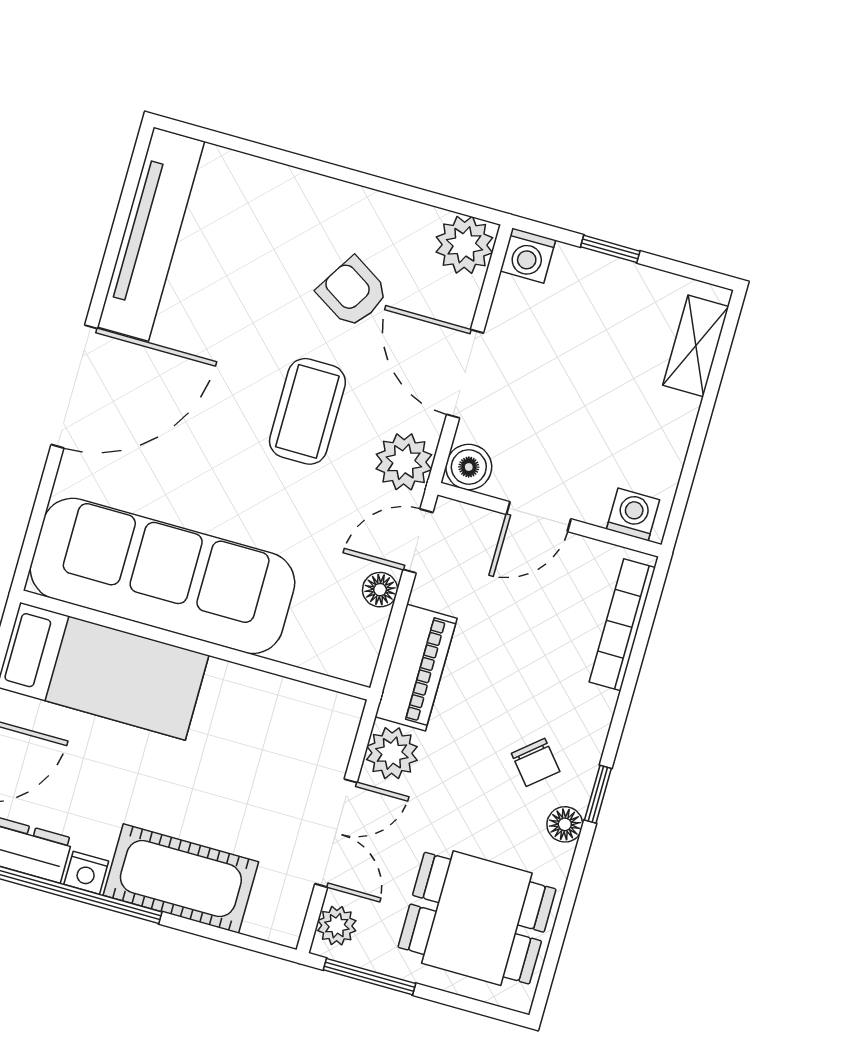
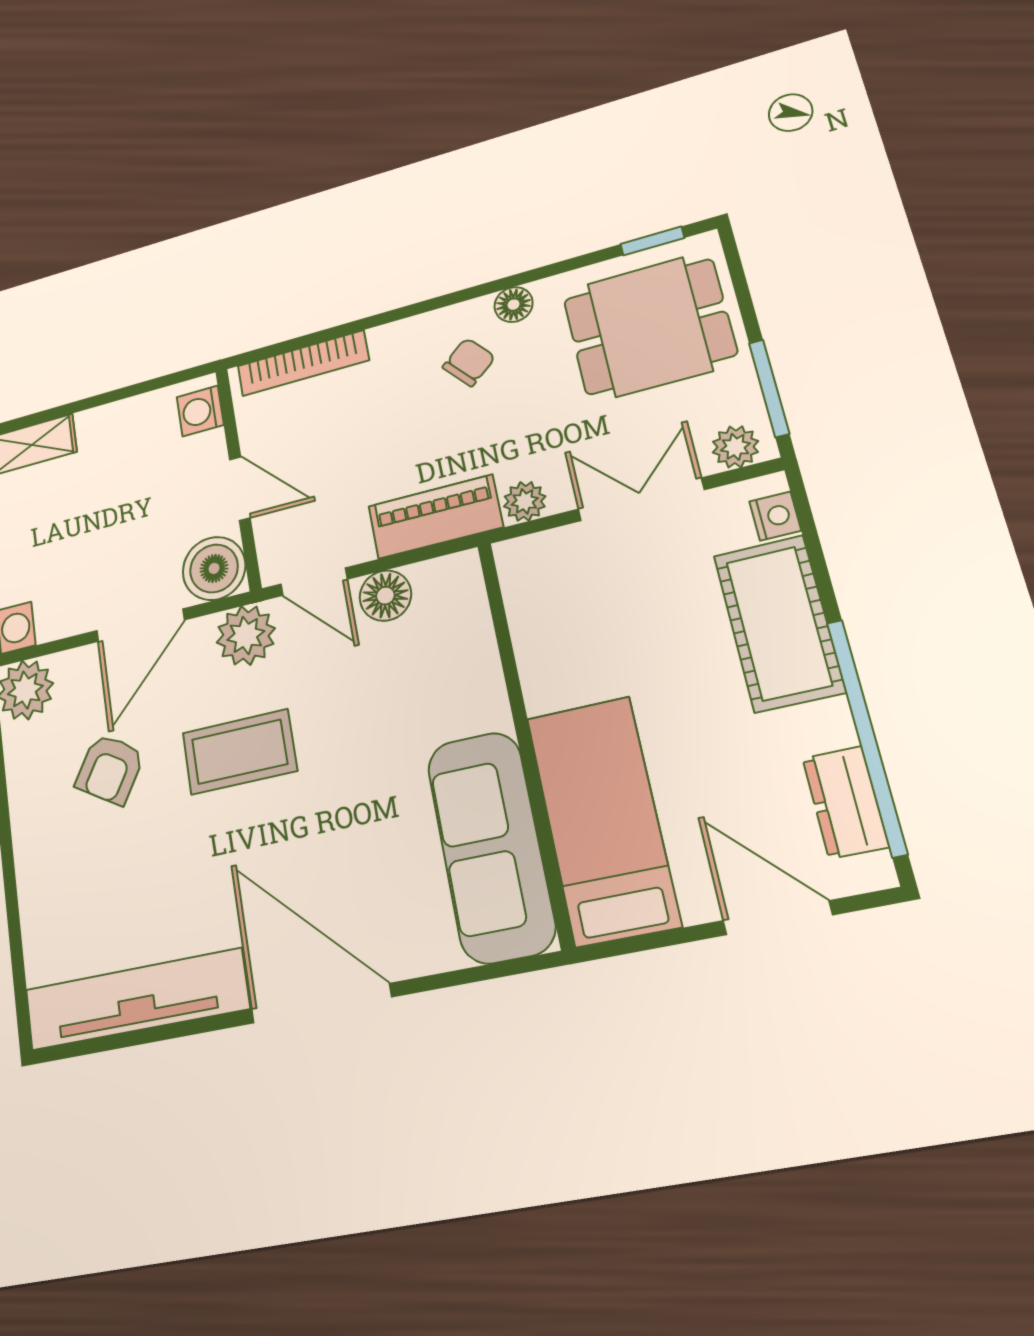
boiler: (469, 467) -> (214, 568), width x1.36, depth x1.36
sofa: (162, 576) -> (491, 846), width x0.74, depth x0.79
floor lamp: (380, 590) -> (385, 596), width x1.37, depth x1.37
plant: (392, 753) -> (525, 501), width x0.73, depth x0.73
window: (598, 794) -> (652, 241), moved
nightstand: (86, 873) -> (775, 516), moved
dining table: (477, 918) -> (649, 327), turned 90

